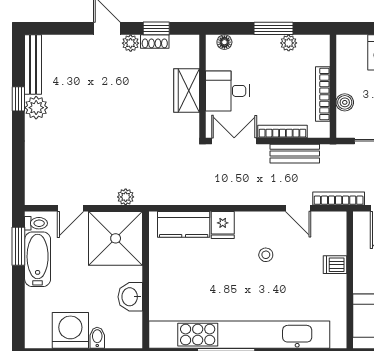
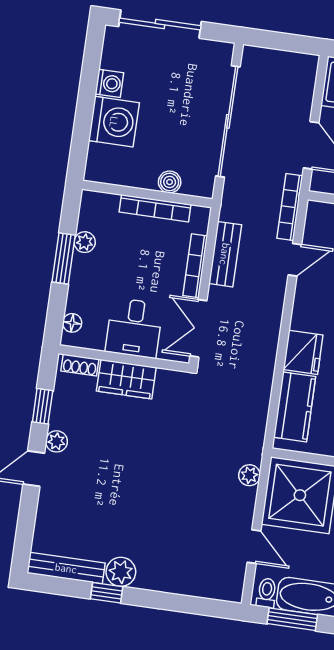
shoe rack: (155, 42) -> (80, 365), moved, turned 90
fridge: (223, 225) -> (303, 352), width x1.38

